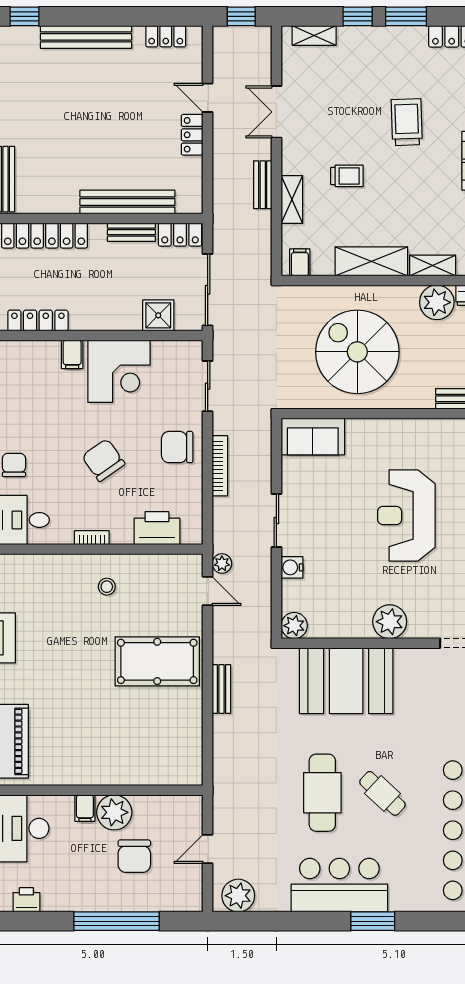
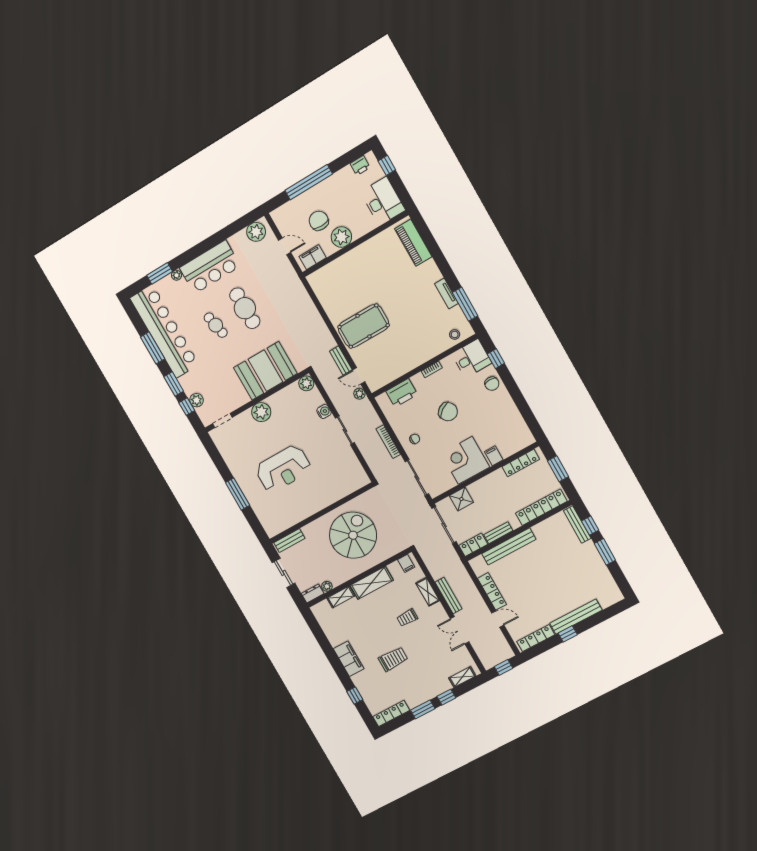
window: (24, 16) -> (568, 634), moved
locker: (166, 36) -> (536, 638), width x1.53
double door: (276, 112) -> (460, 630), swing flipped
trolley: (407, 122) -> (393, 659), turned -88
locker: (192, 135) -> (492, 591), width x1.53
bench: (263, 185) -> (449, 596), width x1.36
plant: (437, 302) -> (327, 586), width x0.53, depth x0.53
spiral stairs: (357, 352) -> (353, 535), turned -90
sliding door: (208, 386) -> (417, 478), width x1.37
sofa: (313, 437) -> (351, 482), removed
chair: (177, 447) -> (415, 439), width x0.54, depth x0.54
reception desk: (406, 515) -> (283, 469), turned 90
stool: (107, 587) -> (455, 334), moved
bench: (221, 689) -> (341, 361), moved
cafe table: (382, 793) -> (216, 325), turned 35
filing cabinet: (85, 808) -> (313, 257), moved, width x2.00
door: (208, 849) -> (285, 246), hinge flipped
plant: (398, 903) -> (176, 275), added
window: (373, 921) -> (160, 273), moved

